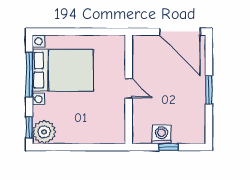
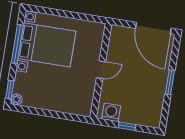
door: (129, 88) -> (101, 70), hinge flipped
plant: (44, 132) -> (17, 99), width x0.53, depth x0.53
washing machine: (161, 134) -> (111, 112), moved

